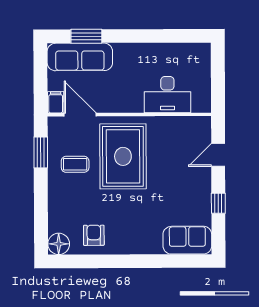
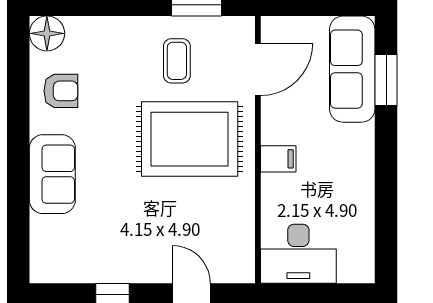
desk: (167, 95) -> (298, 254), moved, turned -90
filing cabinet: (56, 102) -> (278, 159), moved
sofa: (187, 240) -> (52, 174), moved

